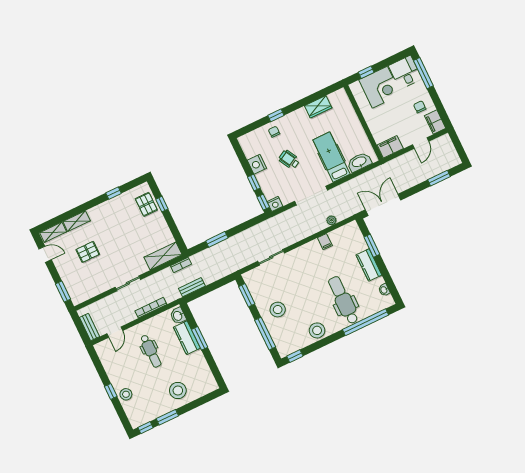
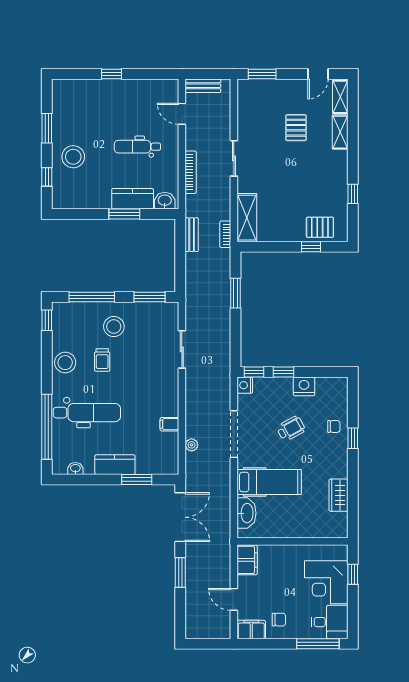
window: (439, 178) -> (180, 573), moved
trolley: (304, 307) -> (102, 360), added
stool: (126, 394) -> (99, 91), removed
window: (145, 428) -> (47, 177), moved

